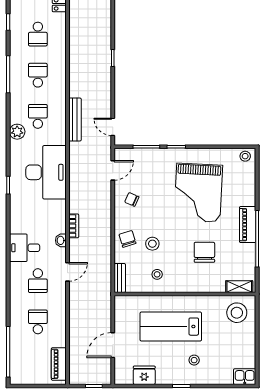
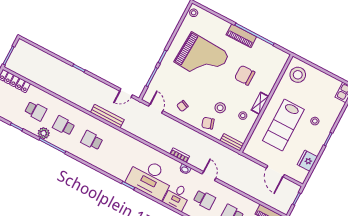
plant: (17, 132) -> (44, 133), moved
desk: (46, 172) -> (150, 178), moved, turned 180
shelving: (239, 287) -> (260, 103), moved

